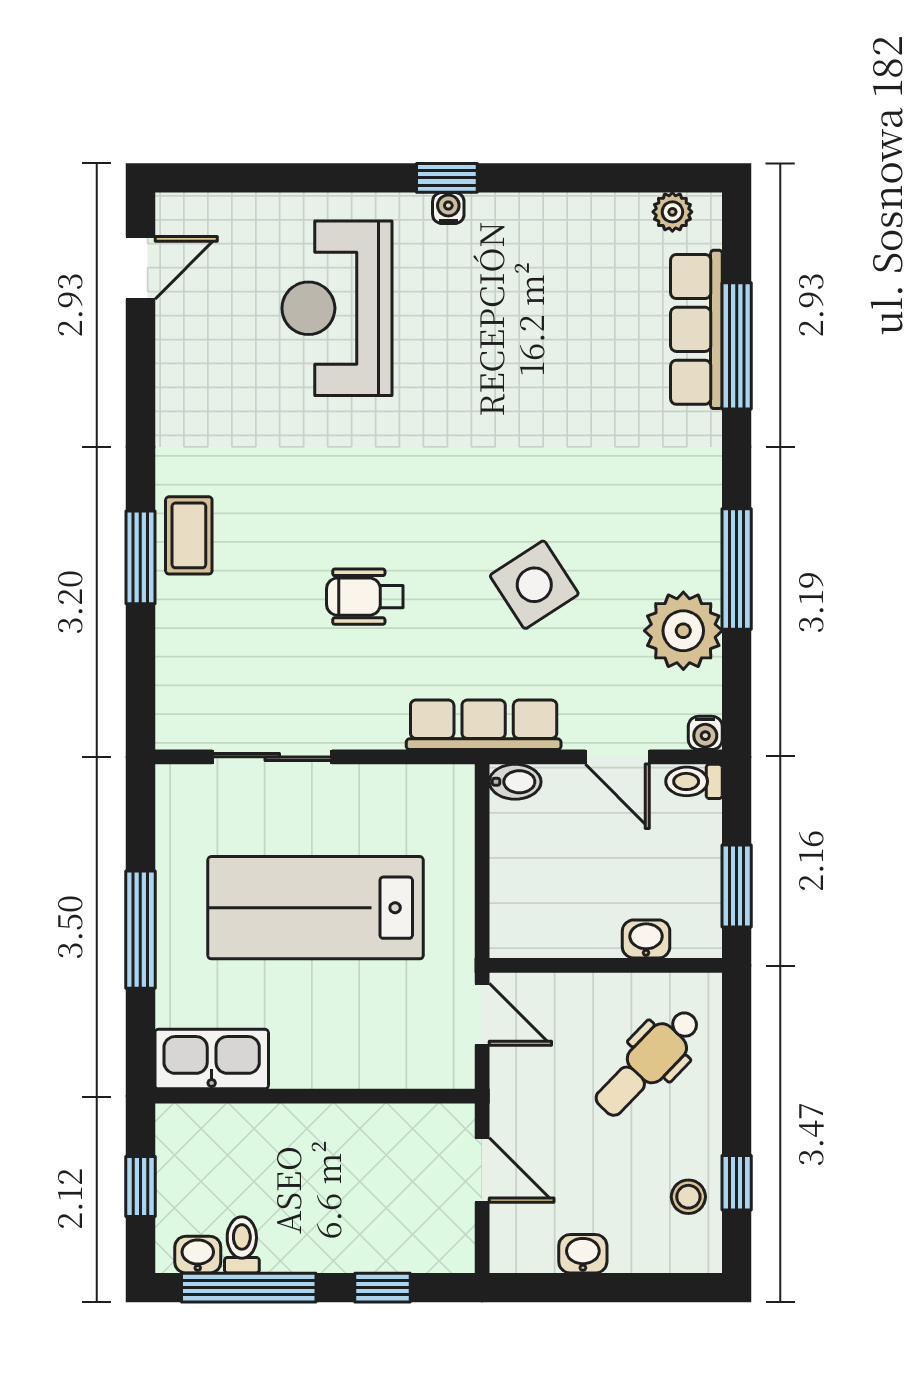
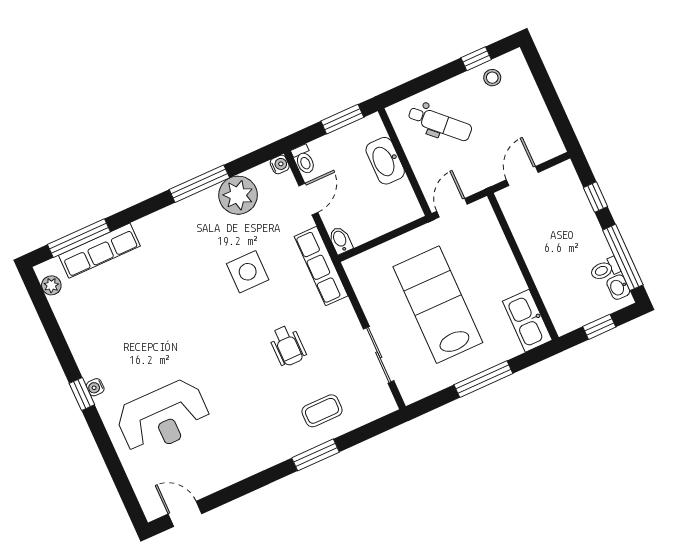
window: (737, 346) -> (79, 238), moved
coffee table: (189, 535) -> (322, 411), moved
side table: (534, 585) -> (248, 272), turned 33
lab bench: (316, 908) -> (438, 305), turned 180
washbasin: (646, 939) -> (385, 161), width x1.91, depth x1.45
washbasin: (583, 1254) -> (539, 114), removed

